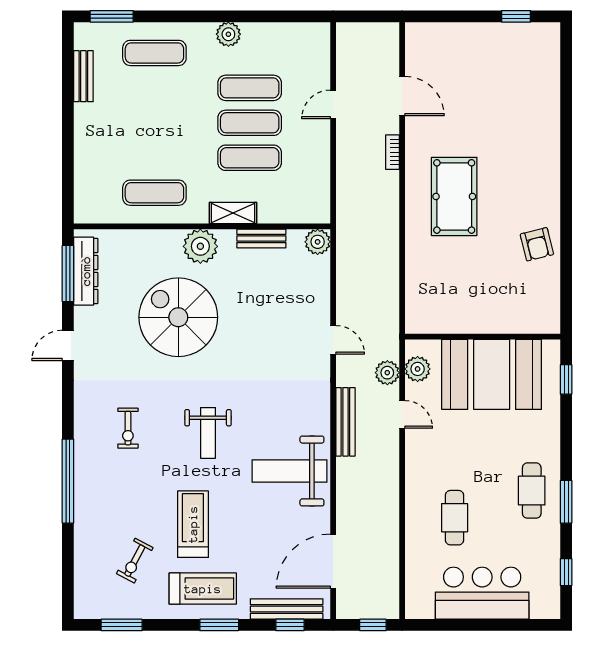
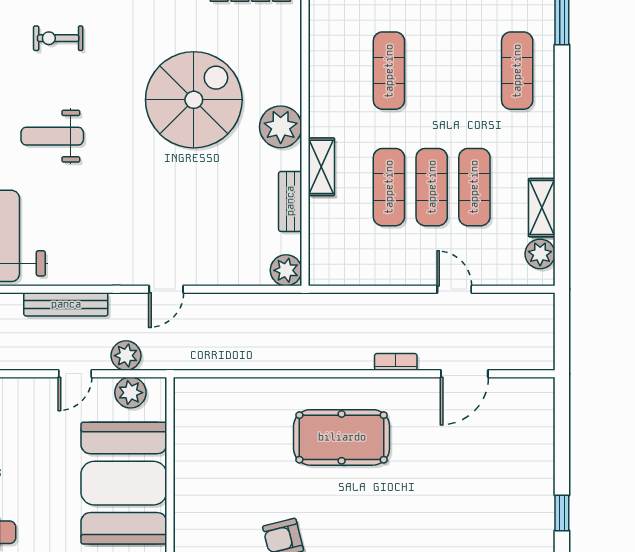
shelving: (266, 33) -> (542, 208), added
plant: (228, 34) -> (540, 254), moved
exercise mat: (154, 193) -> (389, 71), moved

